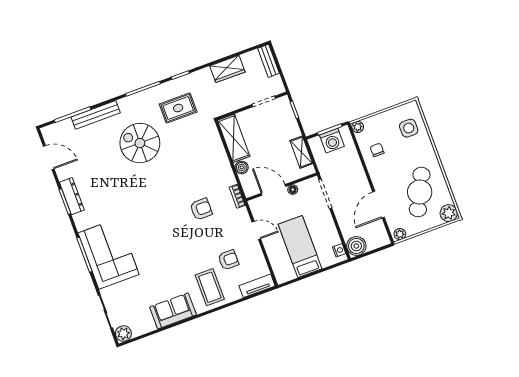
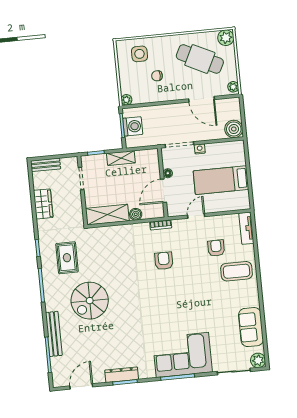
chair: (377, 150) -> (157, 76), moved
shelving: (301, 152) -> (121, 158), moved
nightstand: (339, 250) -> (200, 149), moved
sofa: (173, 311) -> (251, 327), moved

